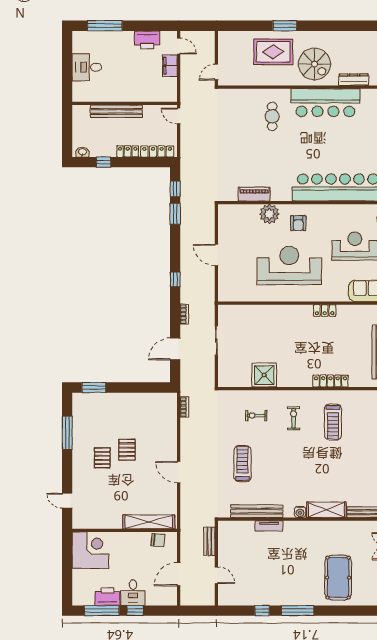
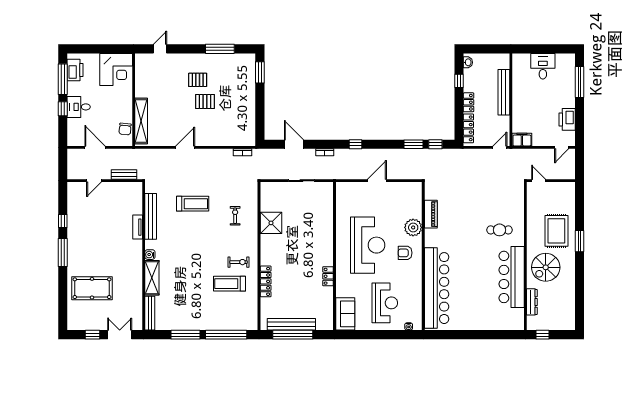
filing cabinet: (170, 66) -> (522, 140), moved
exercise bike: (294, 418) -> (238, 262), moved
printer: (108, 597) -> (75, 70), moved

